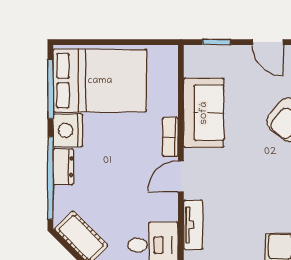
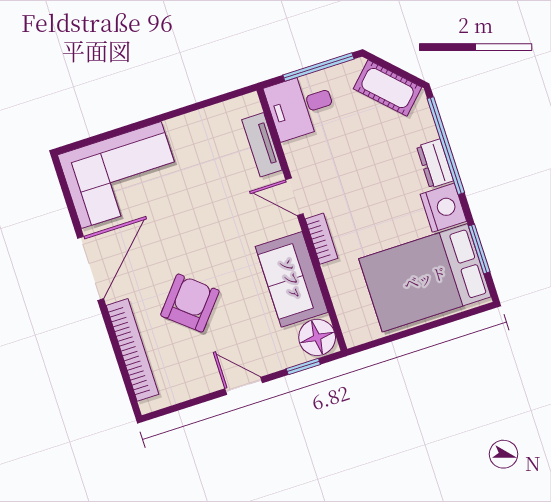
floor lamp: (199, 61) -> (317, 337), added
window: (50, 89) -> (479, 249), width x0.69
door: (181, 176) -> (294, 197), swing flipped

